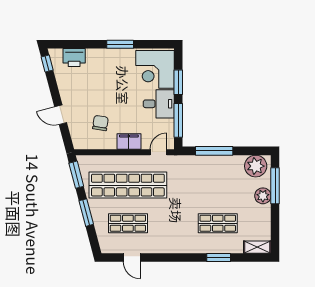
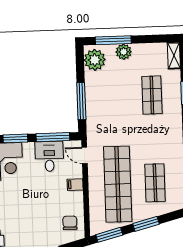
desk: (159, 104) -> (49, 156), moved
chair: (100, 123) -> (70, 223), moved, turned 81
filing cabinet: (129, 142) -> (75, 185), width x0.50

